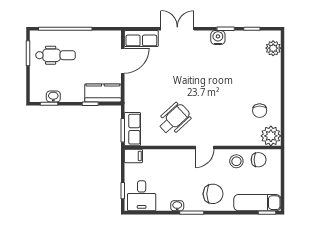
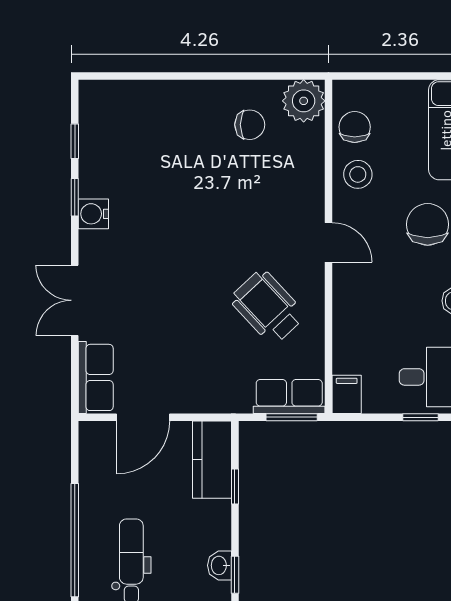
plant: (273, 48) -> (116, 96), removed
door: (123, 61) -> (143, 417), swing flipped

